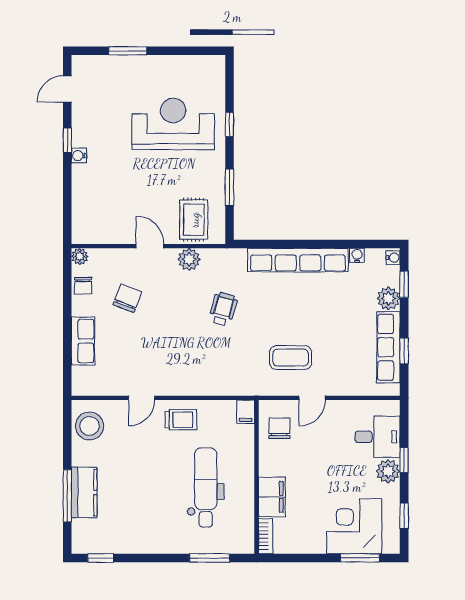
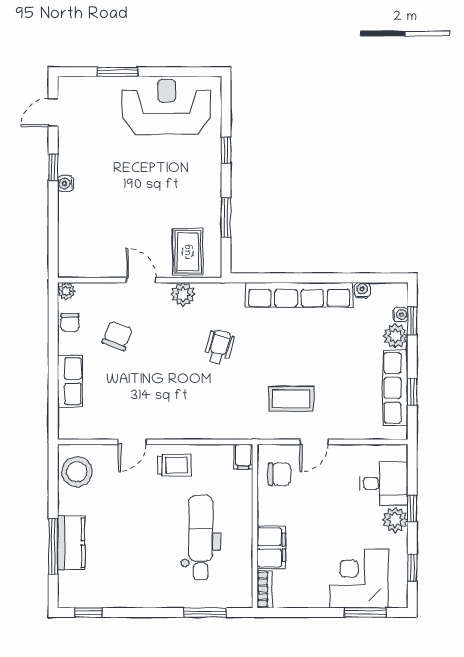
reception desk: (173, 124) -> (167, 107), moved
water cooler: (393, 258) -> (400, 314), moved
chair: (279, 428) -> (279, 474), turned 90

